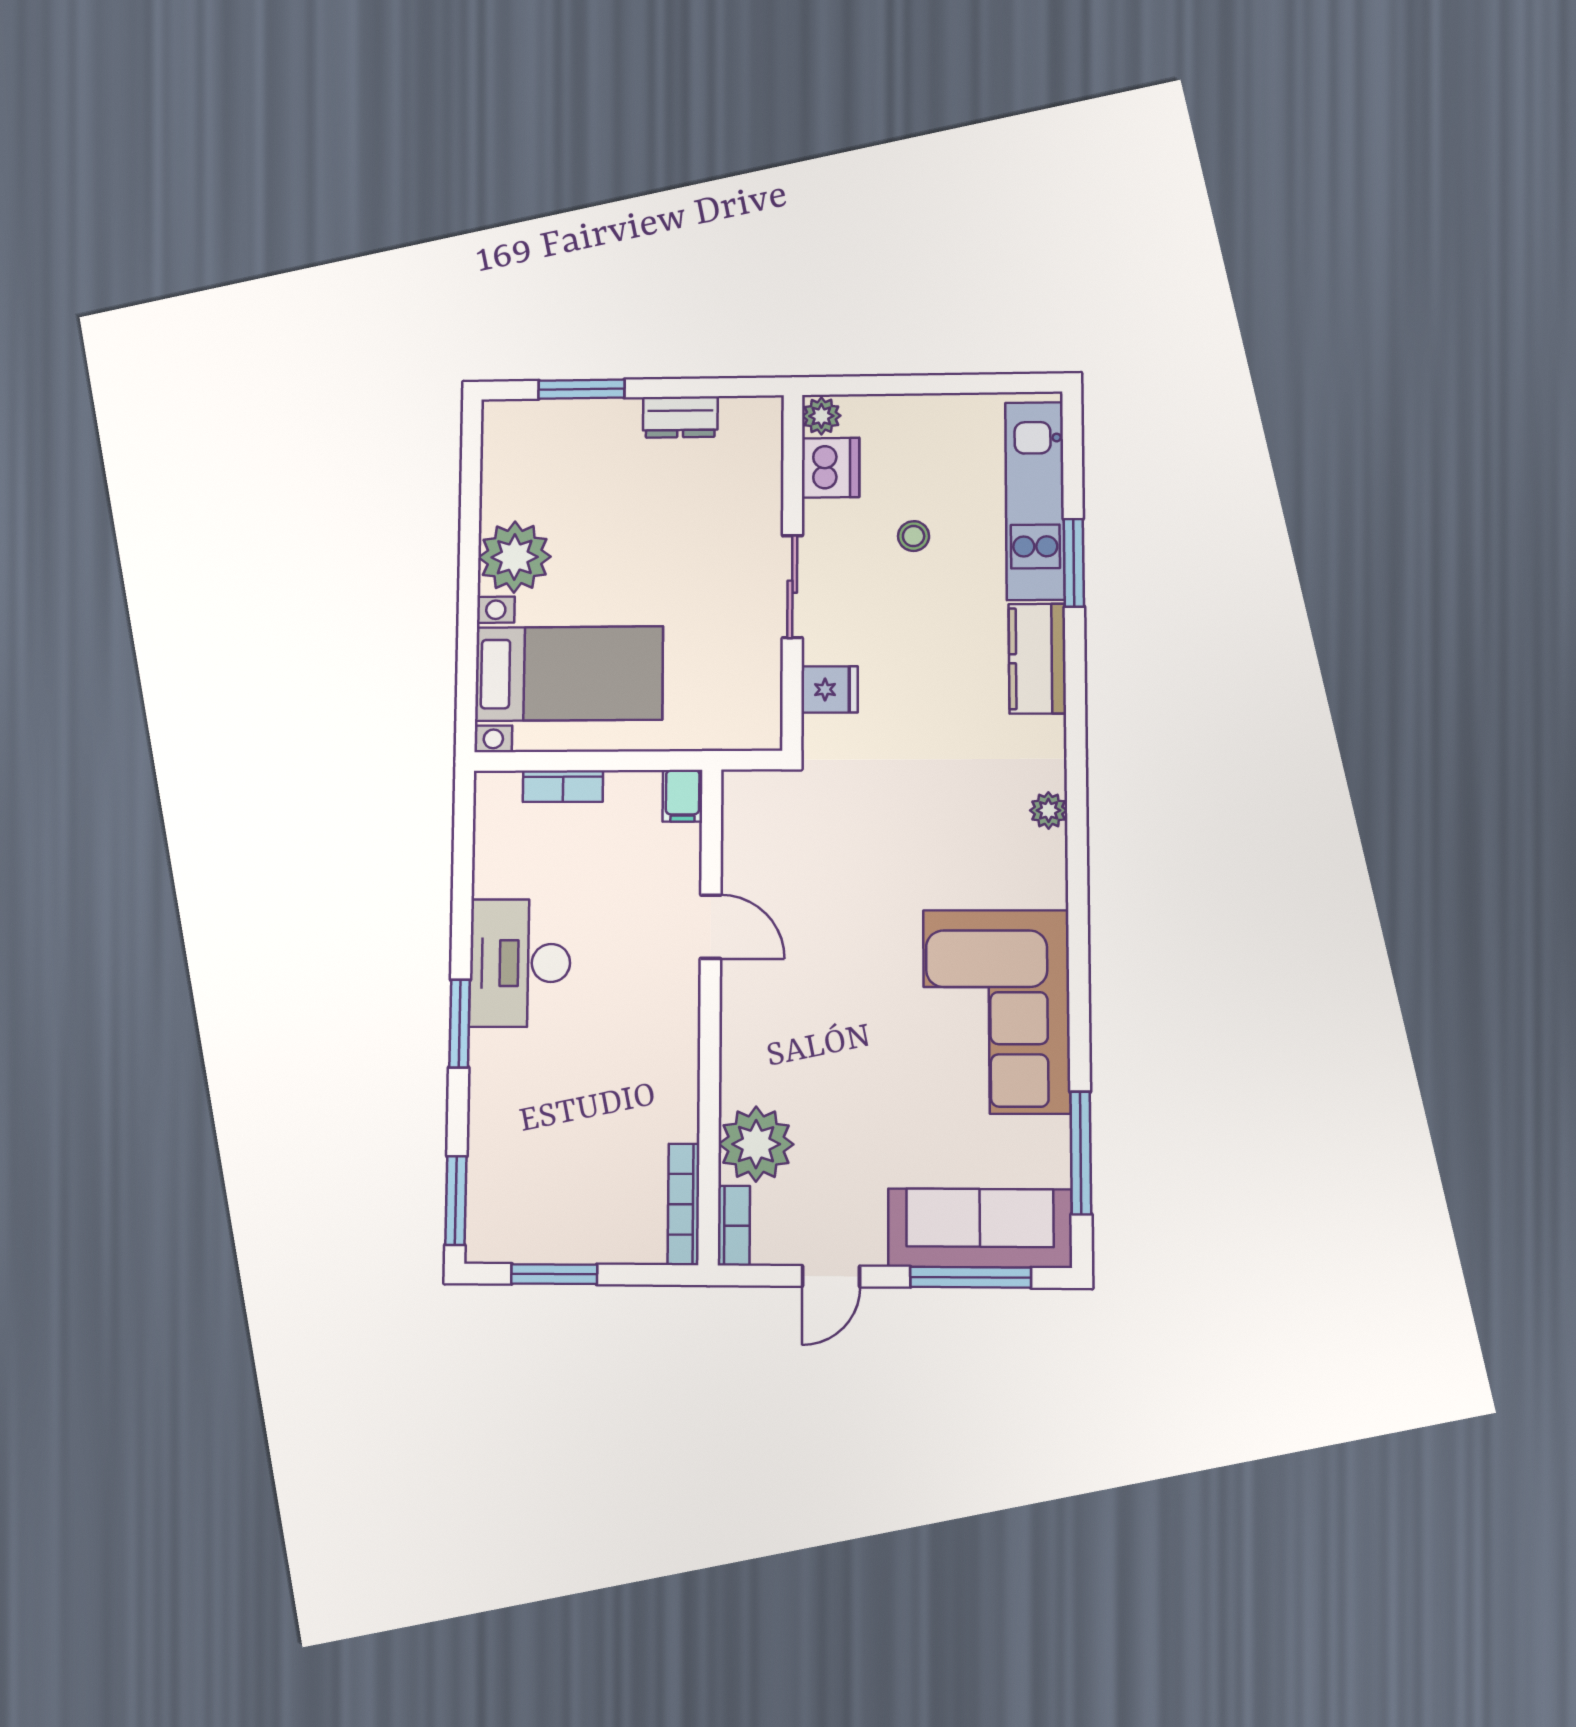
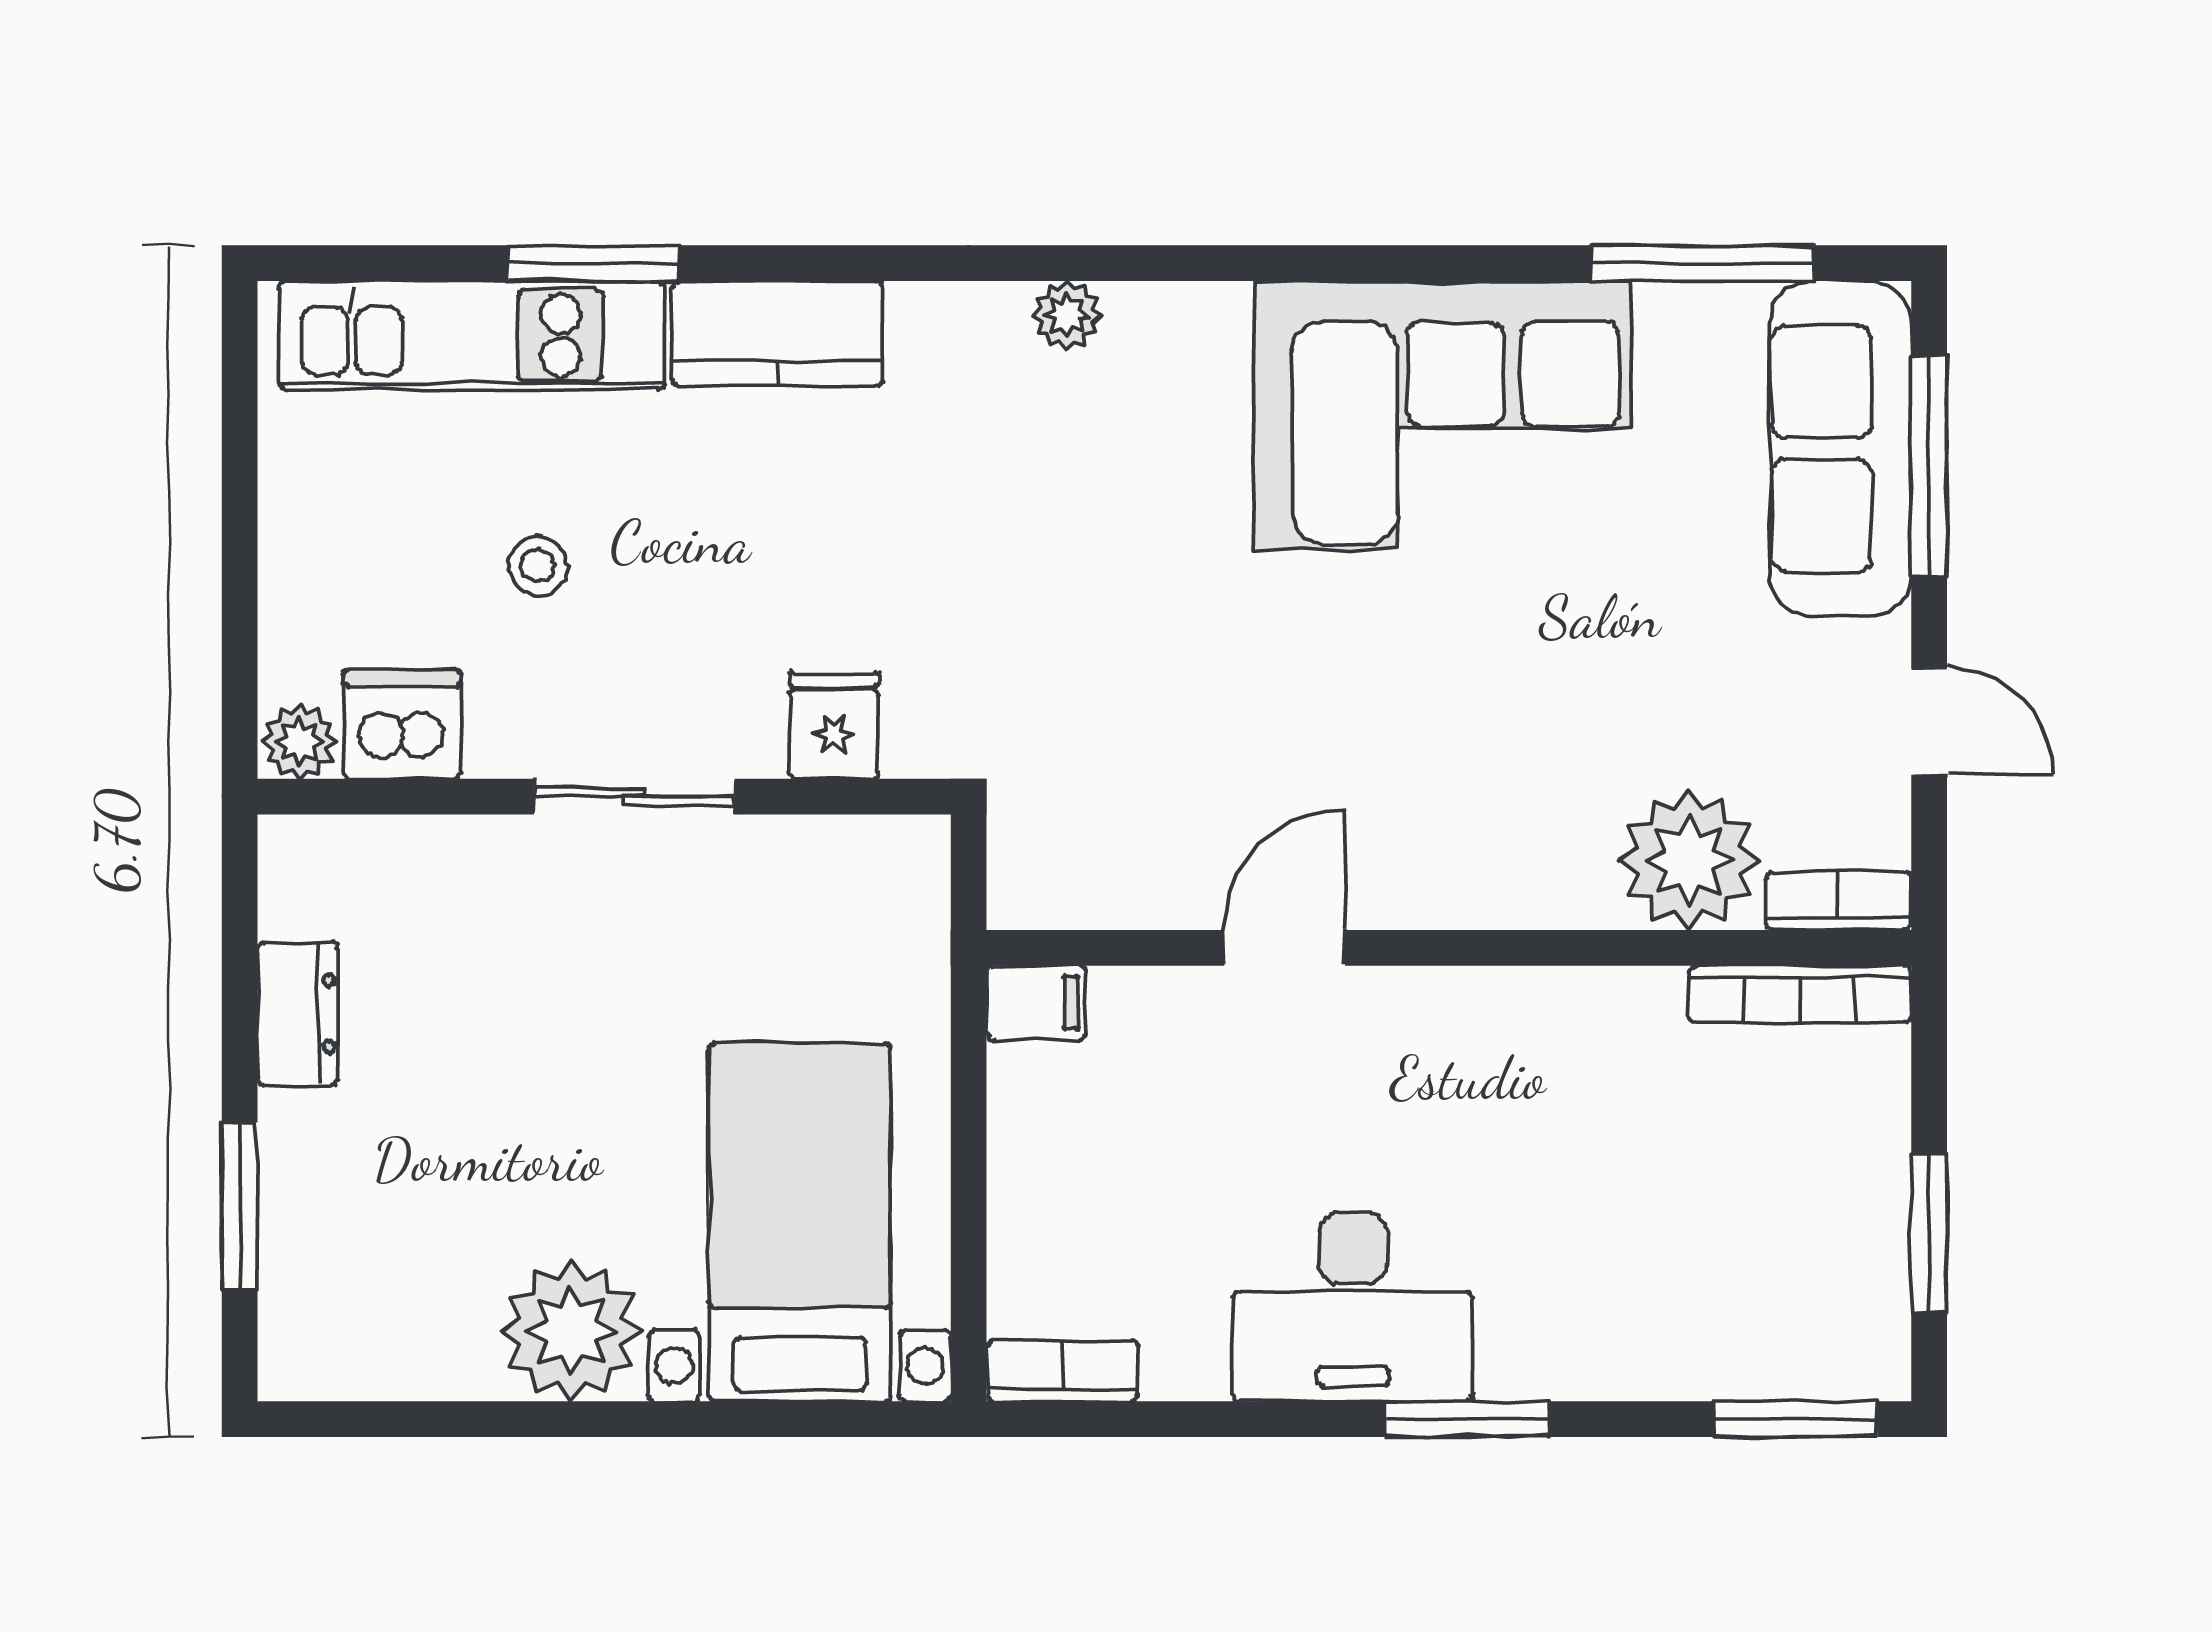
bookcase: (563, 786) -> (1062, 1371), moved, turned -90

